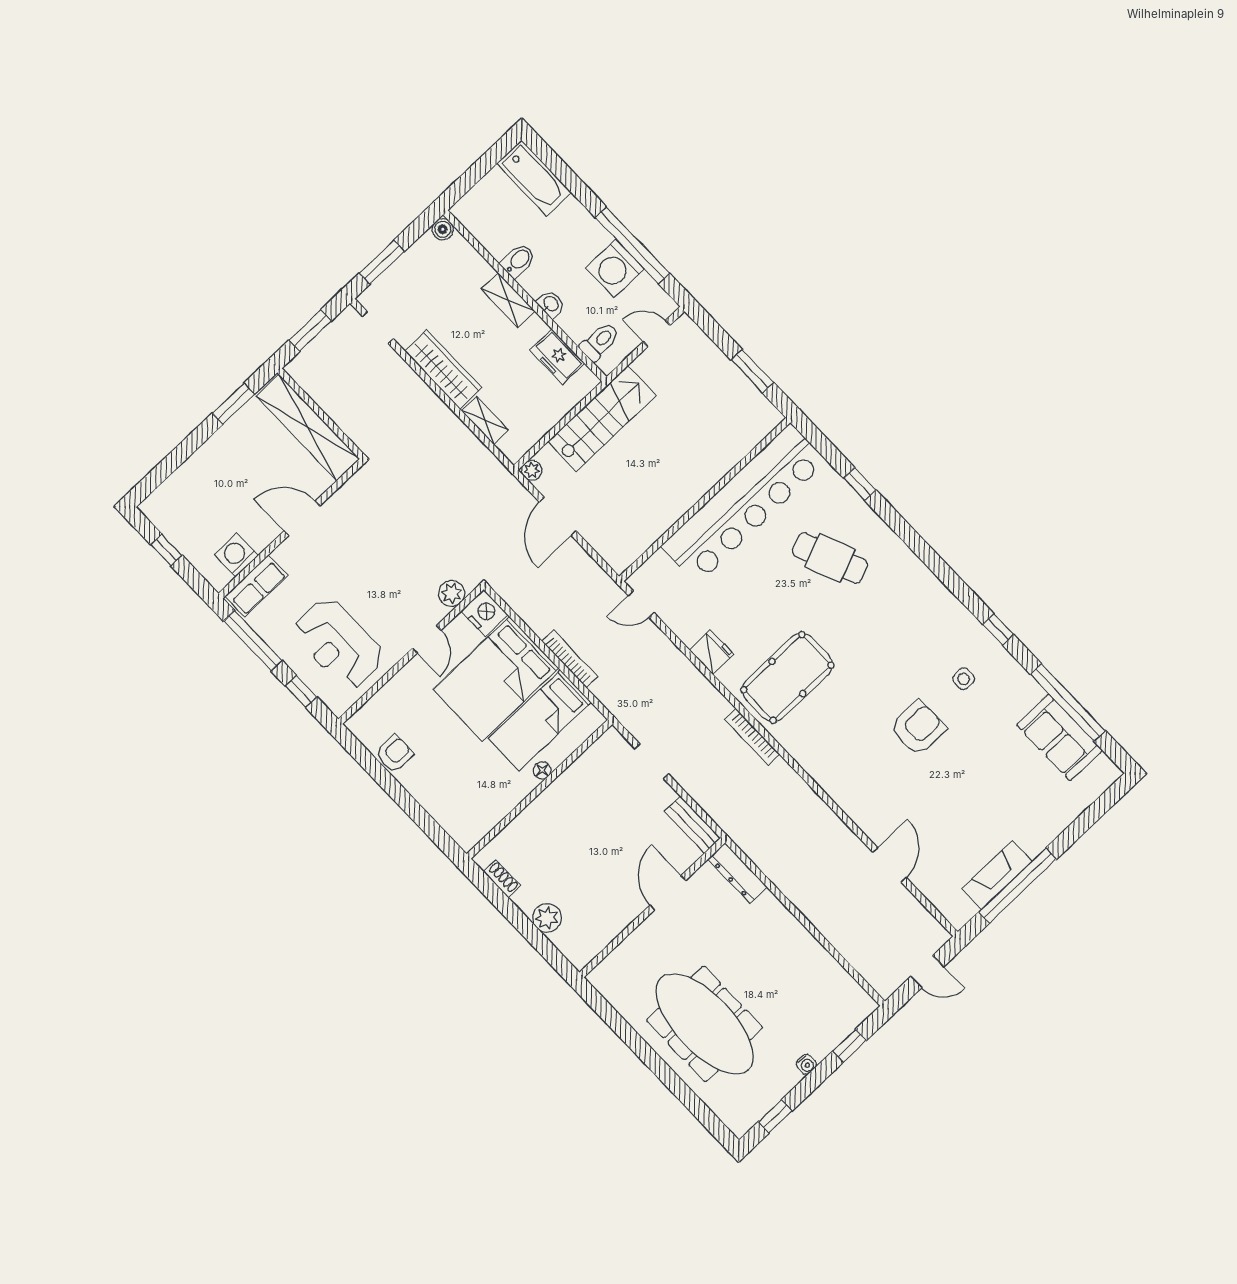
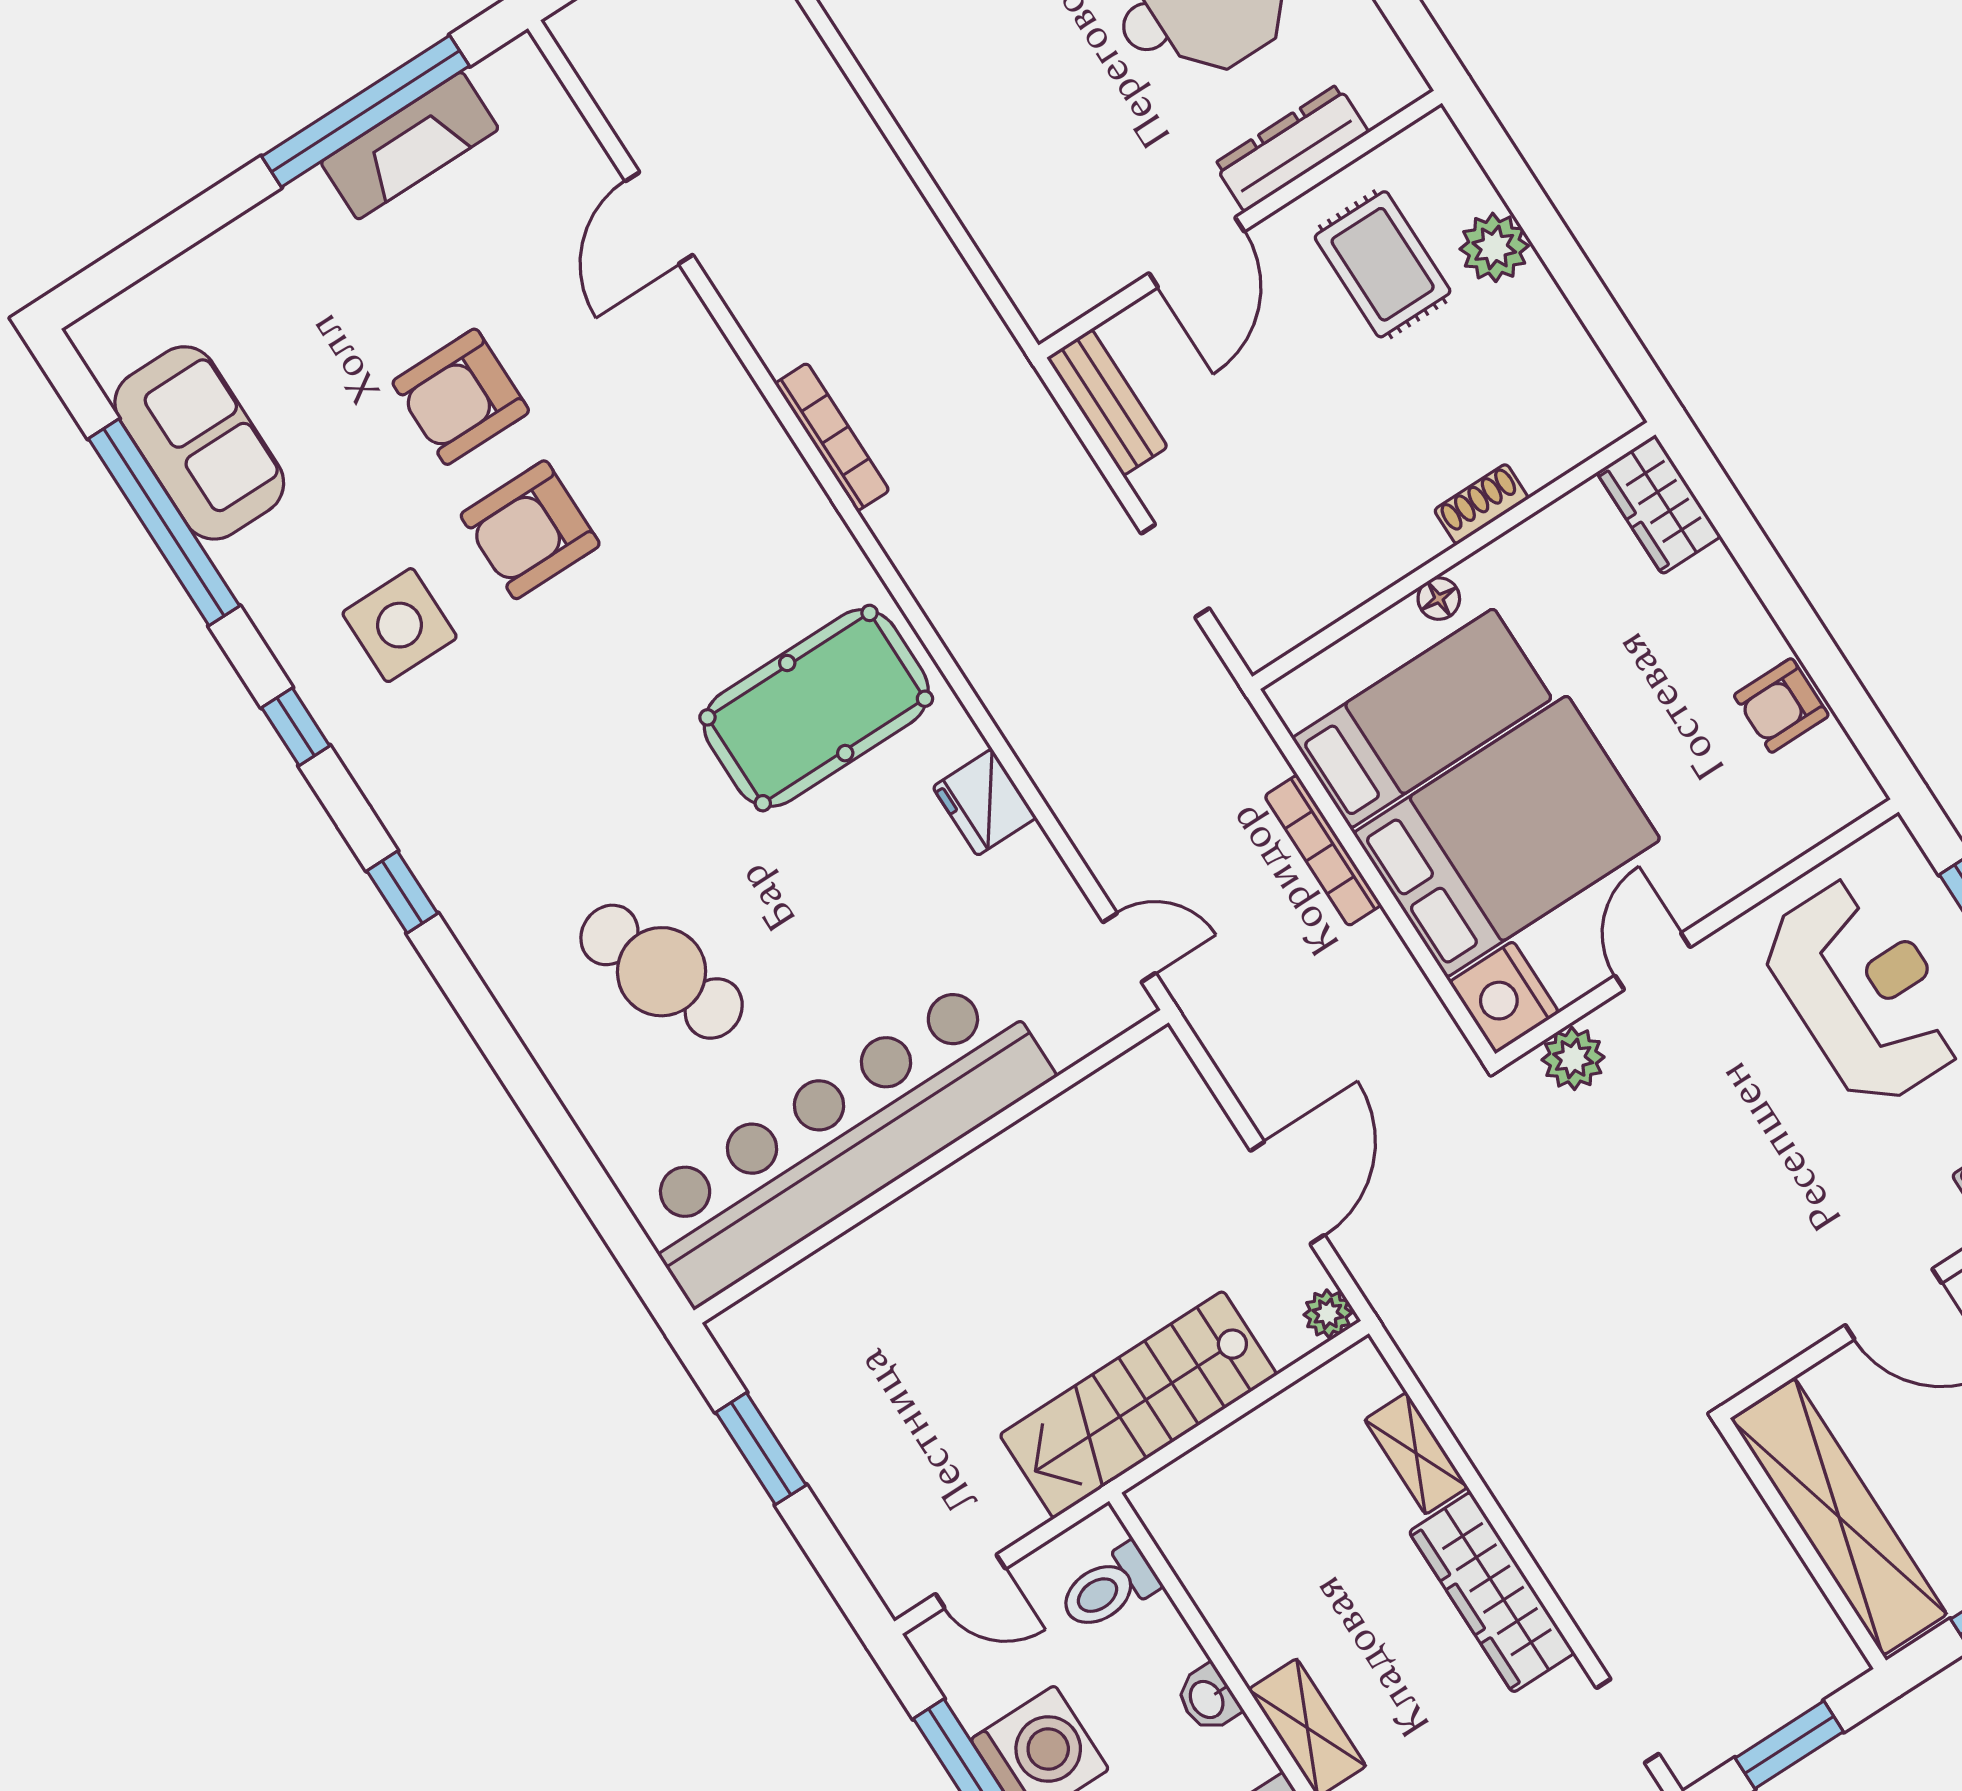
freezer: (557, 357) -> (1216, 1571), removed
window: (860, 484) -> (402, 892), moved
side table: (964, 679) -> (400, 625), width x1.87, depth x1.87
bookcase: (752, 737) -> (832, 437), moved
armchair: (956, 777) -> (461, 397), added
wardrobe: (460, 826) -> (1659, 504), added
dresser: (737, 873) -> (1291, 148), moved, turned -90
shoe rack: (502, 879) -> (1481, 504), moved, turned 90
rug: (591, 902) -> (1383, 264), added

